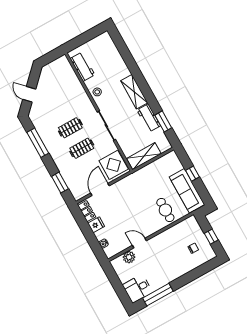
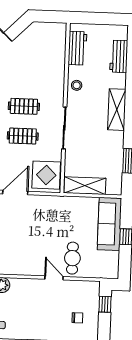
workbench: (149, 118) -> (119, 56), moved
sofa: (187, 191) -> (109, 224), moved
window: (211, 237) -> (105, 304), moved
door: (139, 243) -> (54, 278), moved

